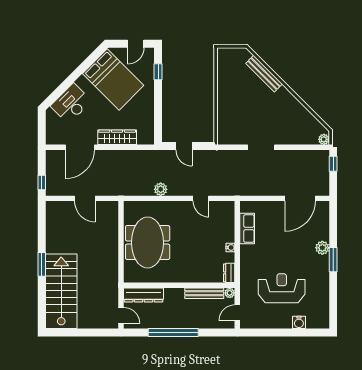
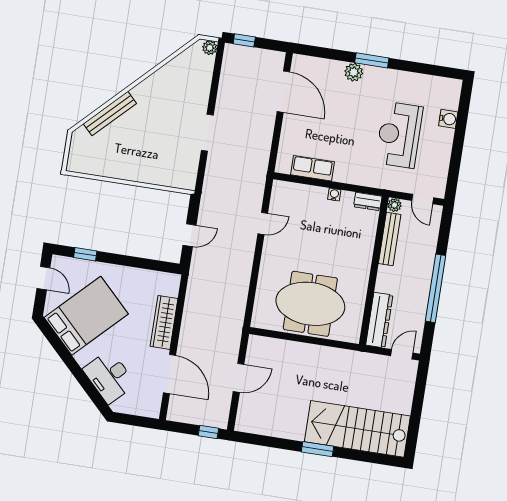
plant: (161, 189) -> (242, 275), removed

